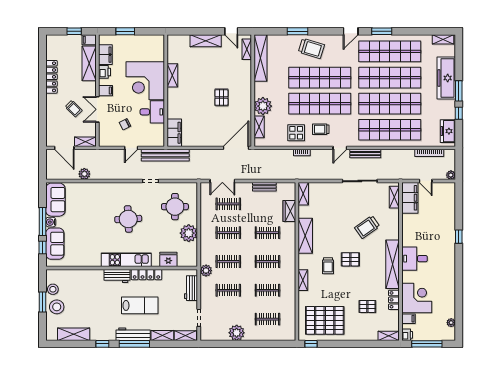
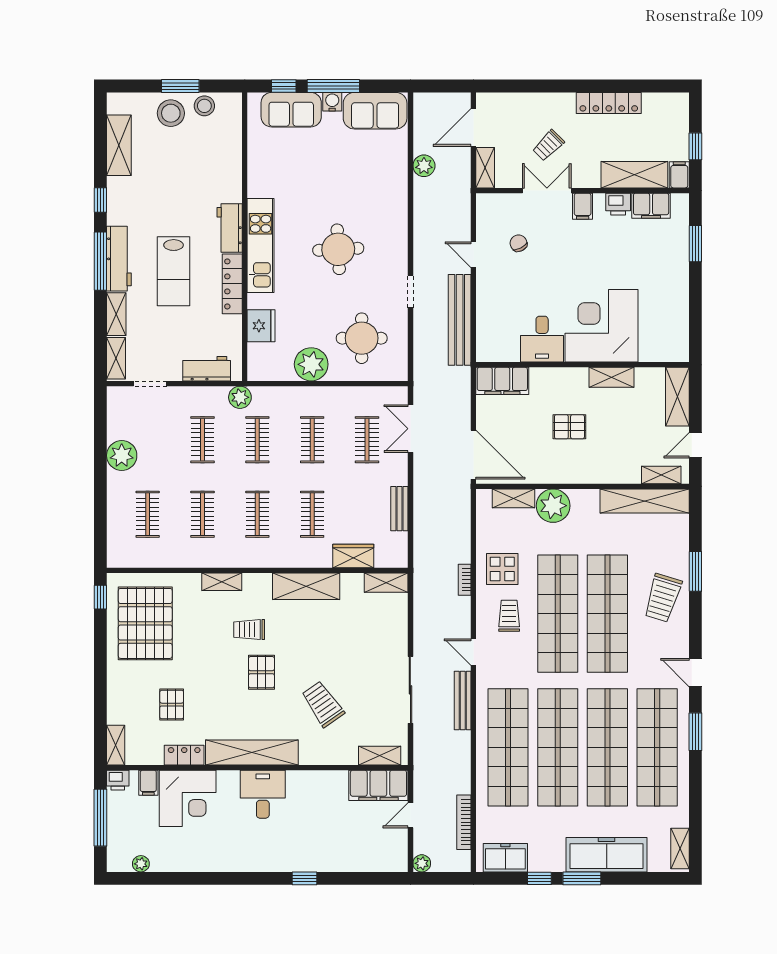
shelving: (172, 75) -> (612, 377), moved
corner desk: (145, 81) -> (601, 326), moved
wall: (166, 91) -> (583, 365), moved
desk: (152, 112) -> (542, 339), moved
filing cabinet: (174, 133) -> (502, 381), moved

